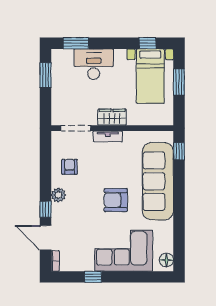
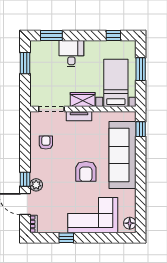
desk: (94, 64) -> (71, 54), width x0.73
bed with nightstands: (150, 76) -> (116, 83), moved, turned 180
plant: (58, 195) -> (36, 185), moved
armchair: (116, 200) -> (86, 171), turned -90

